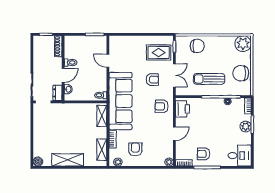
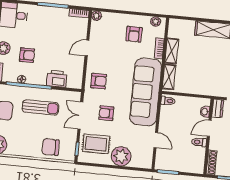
plant: (136, 44) -> (121, 156), added
printer: (182, 109) -> (57, 79), moved, turned 90
shelving: (102, 150) -> (172, 51), moved
armchair: (204, 154) -> (27, 55), moved

